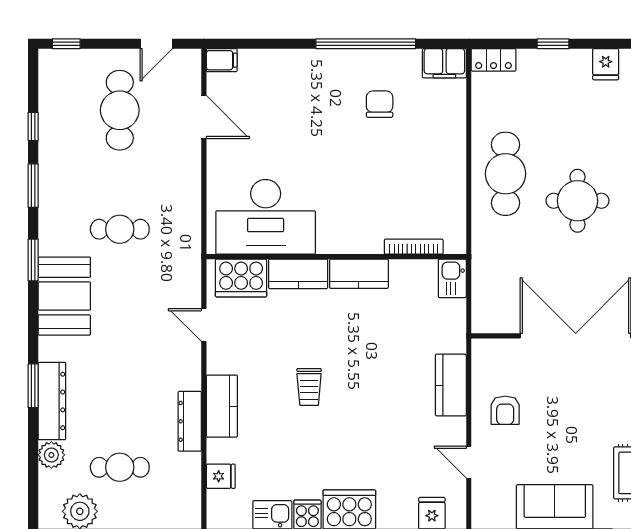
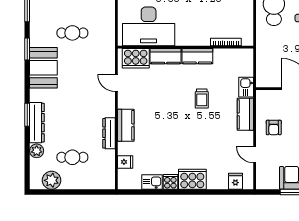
kitchen sink: (452, 278) -> (246, 87), moved
trolley: (309, 387) -> (202, 99), moved

